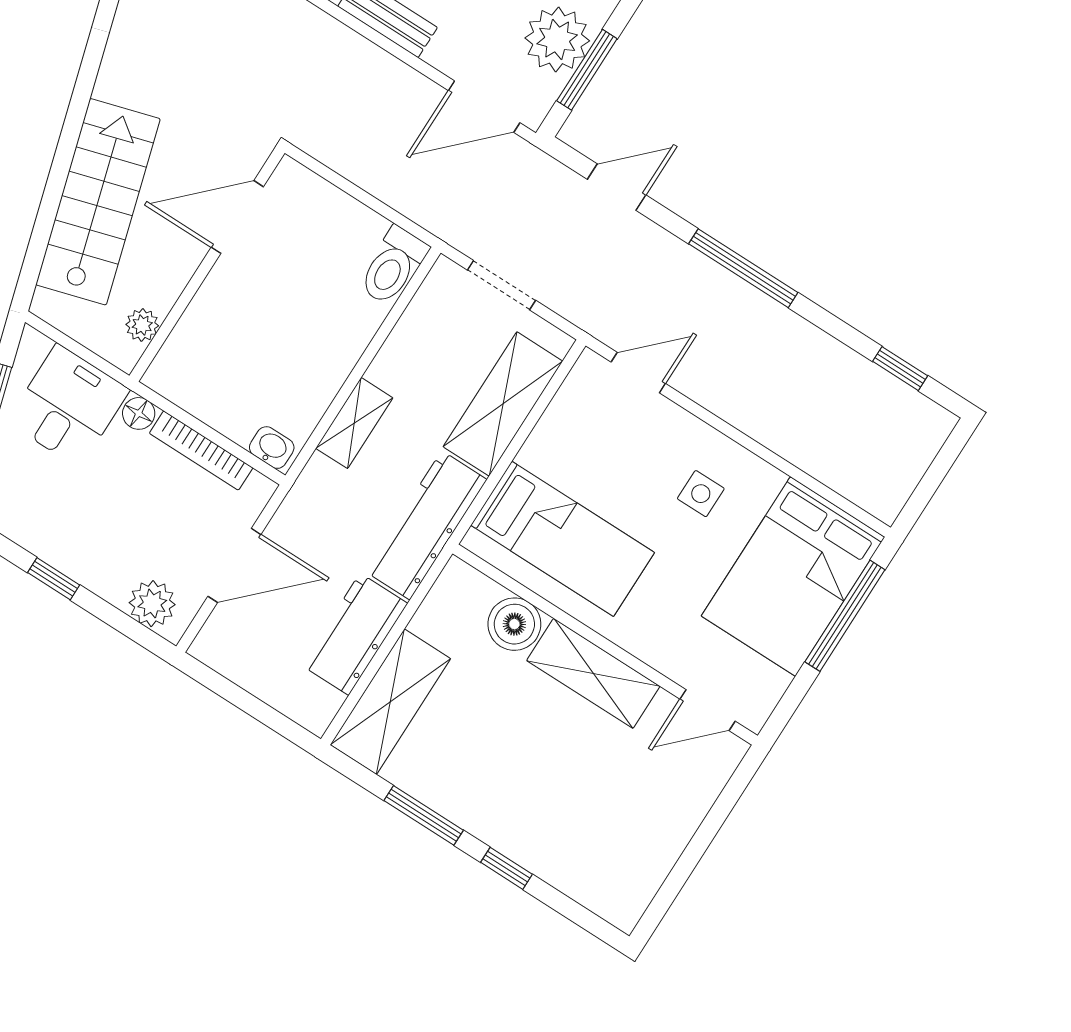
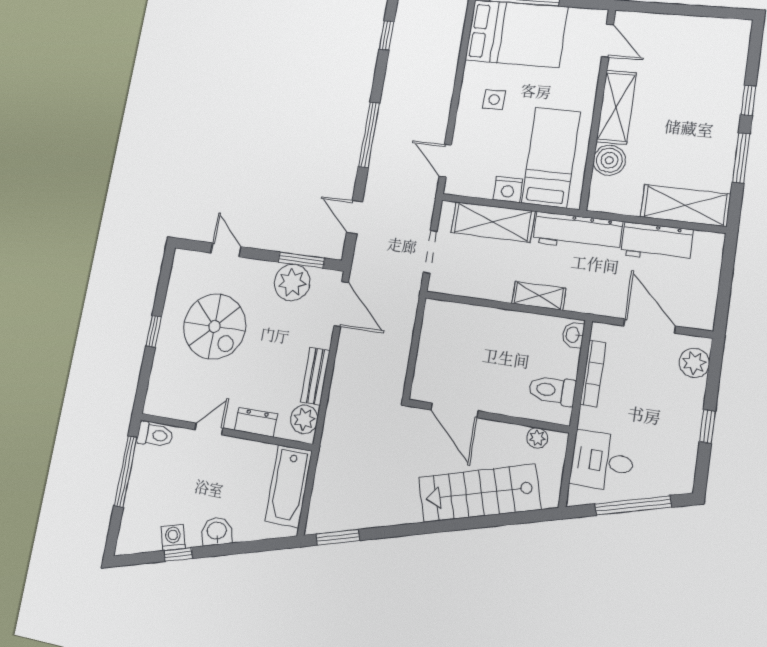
toilet: (393, 266) -> (552, 390), moved, turned 180
floor lamp: (139, 413) -> (588, 418), removed
nightstand: (543, 450) -> (508, 189), added

